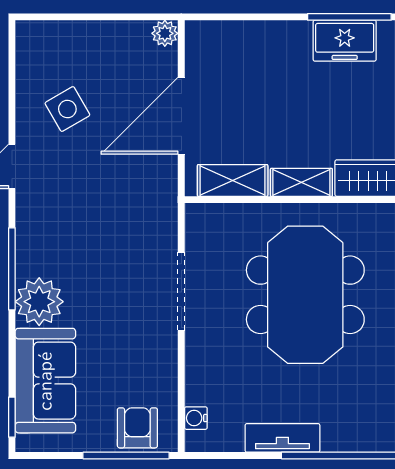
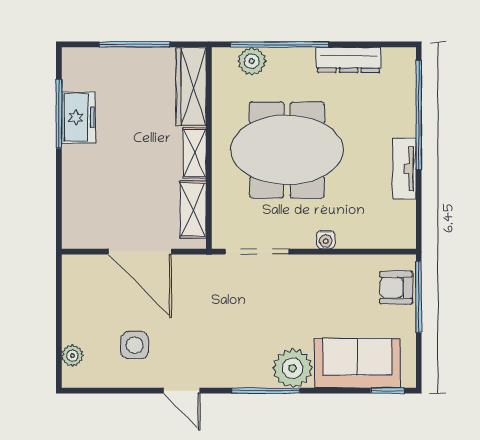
plant: (165, 33) -> (72, 356), moved
side table: (67, 109) -> (134, 345), turned 30
doorway: (181, 291) -> (257, 252), moved
water cooler: (196, 418) -> (326, 240), moved

